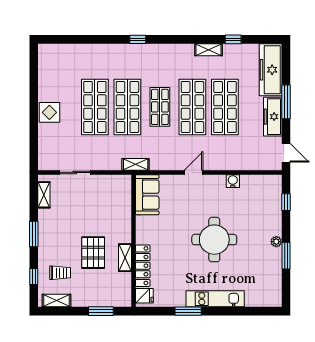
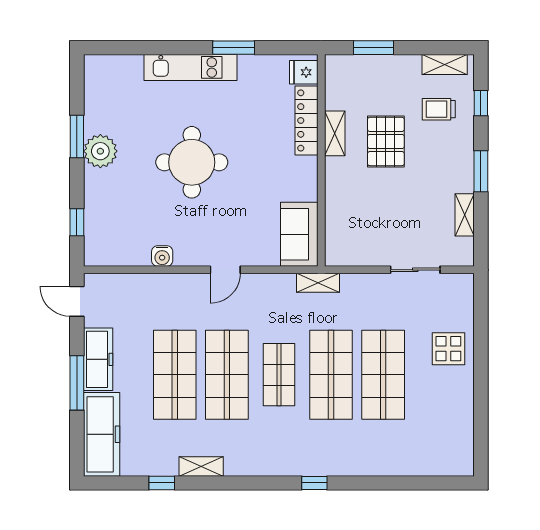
display table: (49, 112) -> (448, 349), moved
shelving: (44, 195) -> (465, 215), moved
plant: (276, 242) -> (100, 151), width x1.88, depth x1.88

